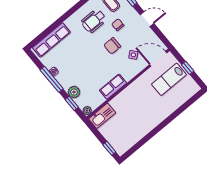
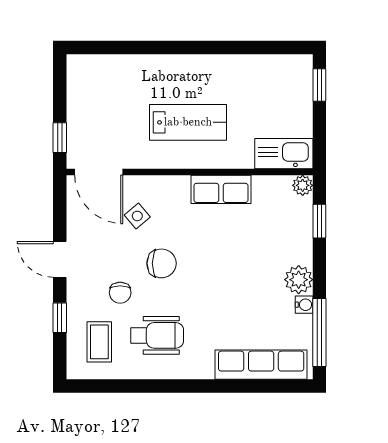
window: (188, 68) -> (60, 138), moved
window: (52, 79) -> (319, 333), moved
lab bench: (169, 79) -> (188, 122), moved
plant: (74, 92) -> (299, 280), moved

